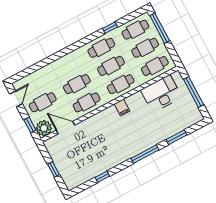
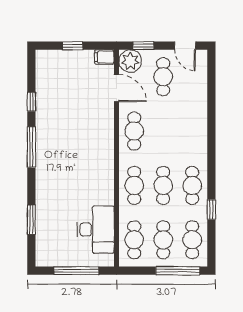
cafe table: (77, 84) -> (163, 131), removed
filing cabinet: (122, 107) -> (104, 57), moved
door: (66, 128) -> (117, 88), hinge flipped
window: (145, 154) -> (31, 147), moved

